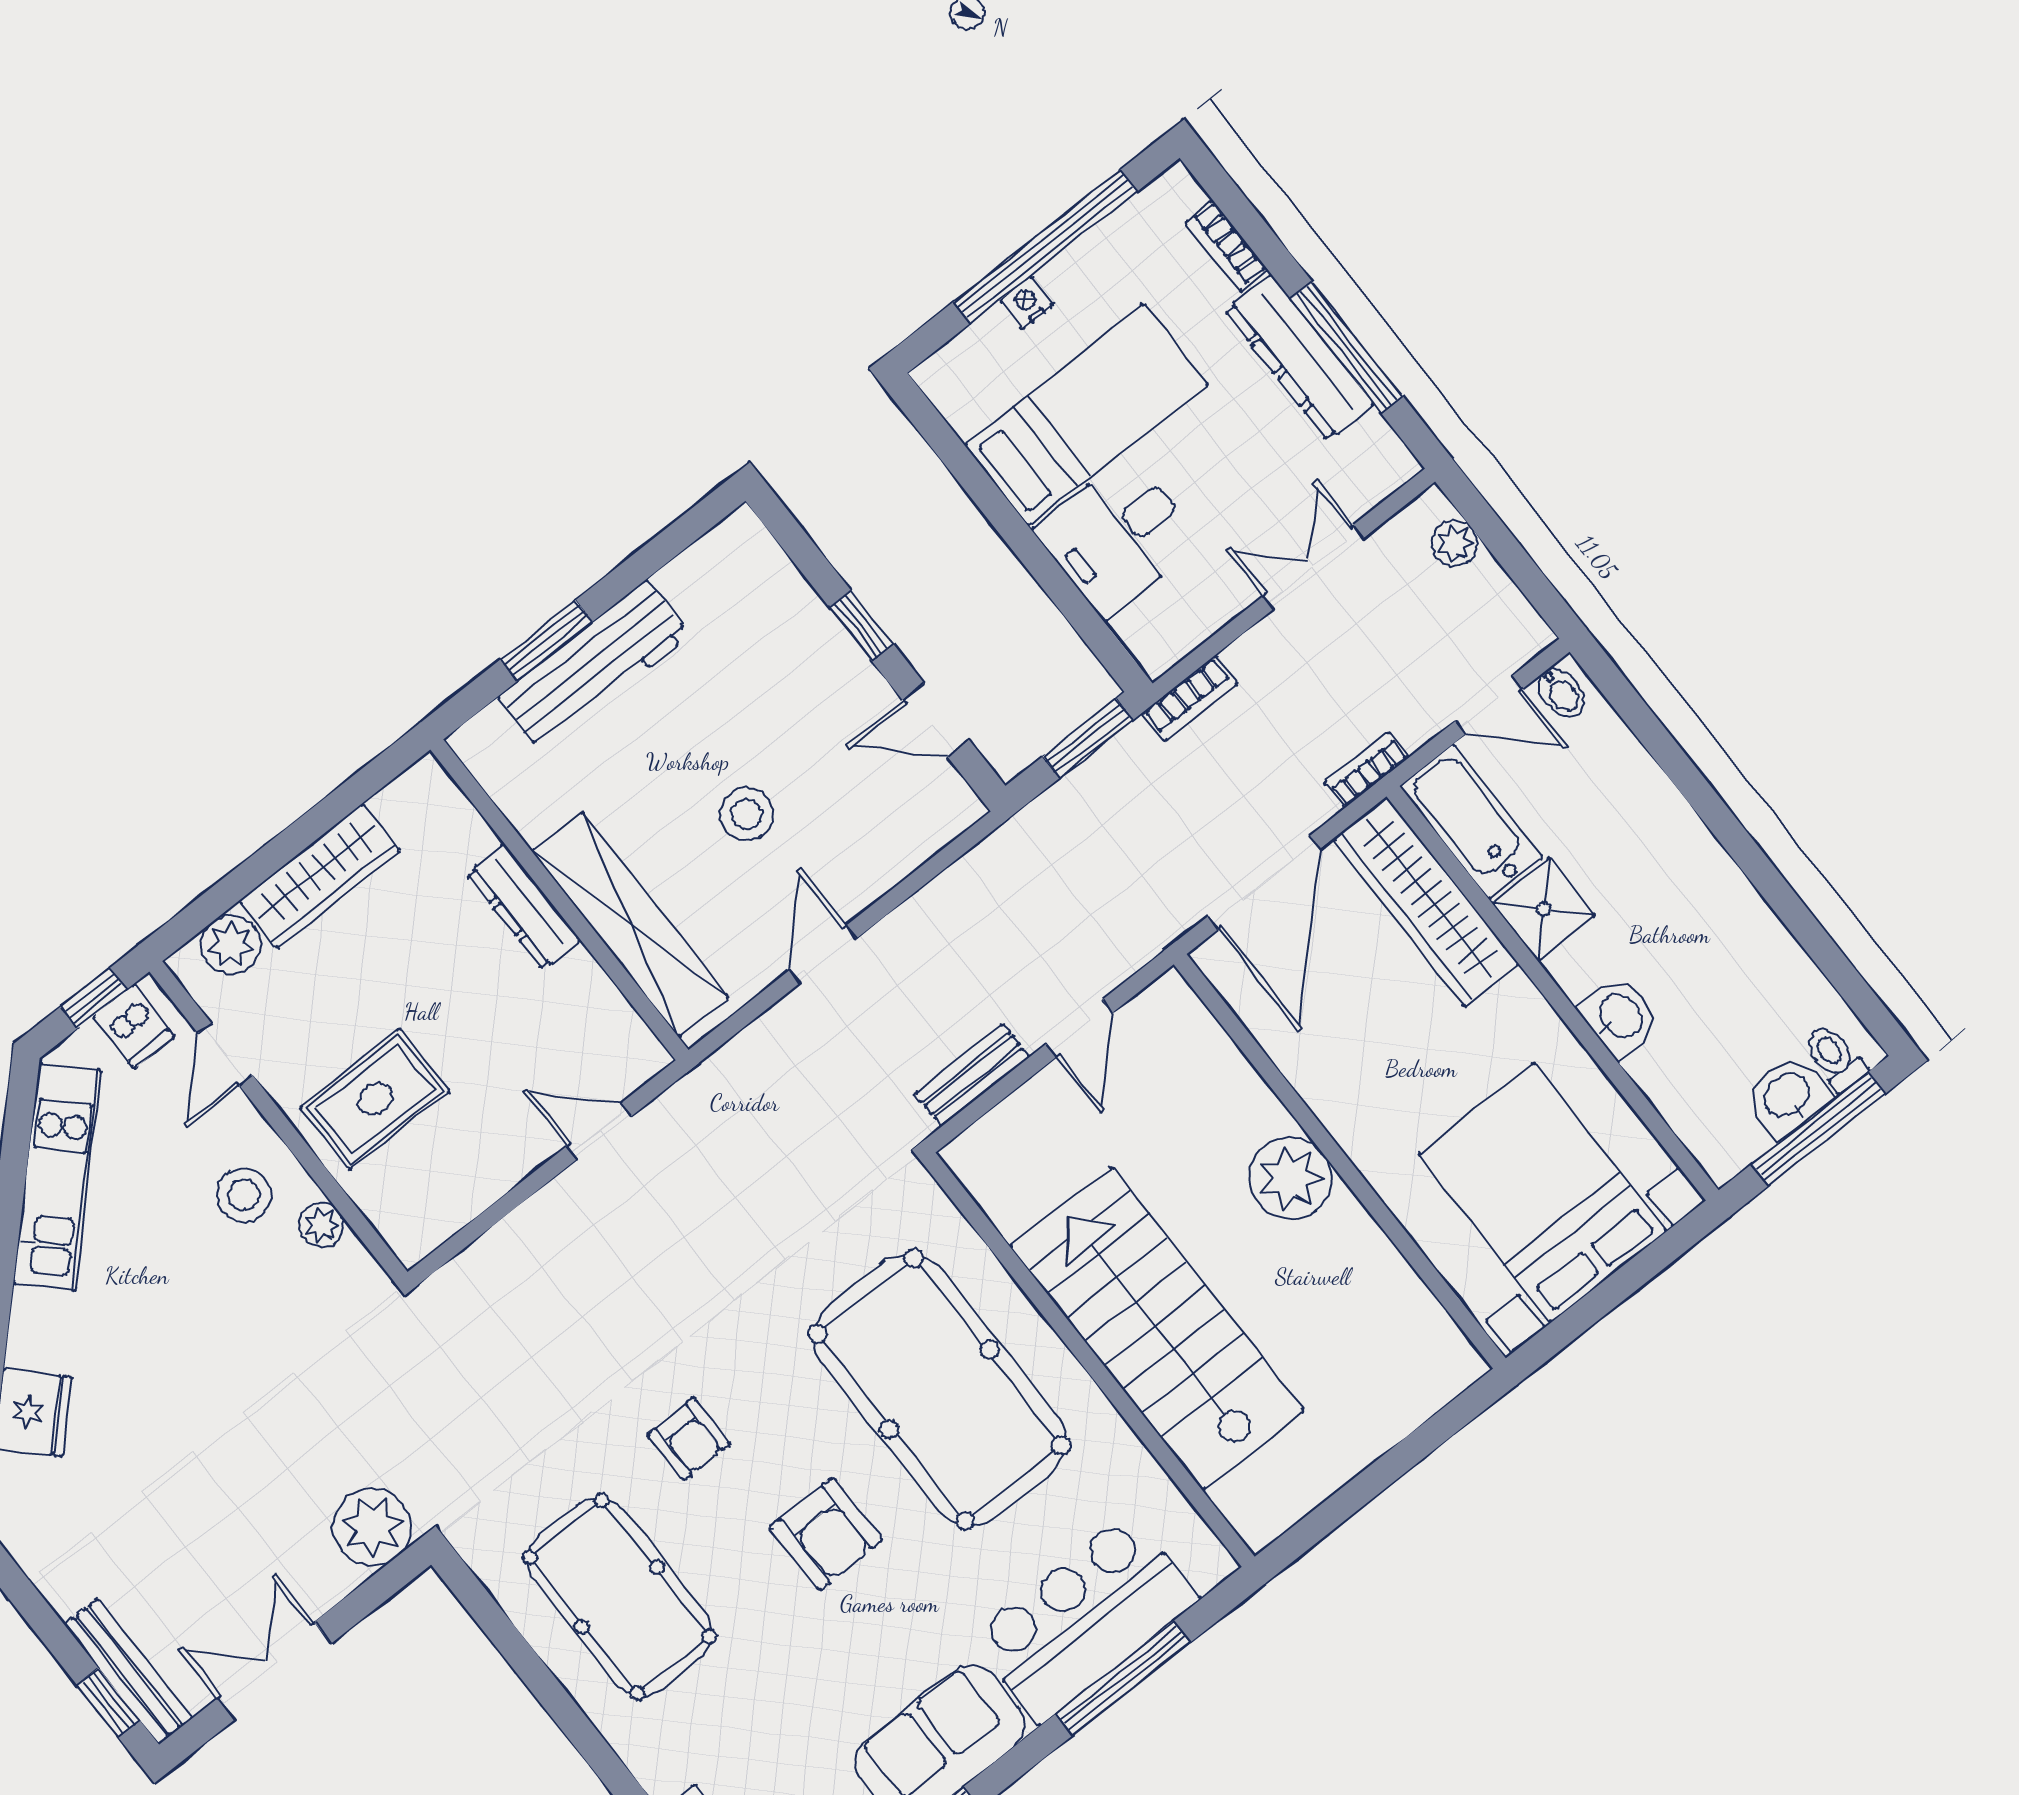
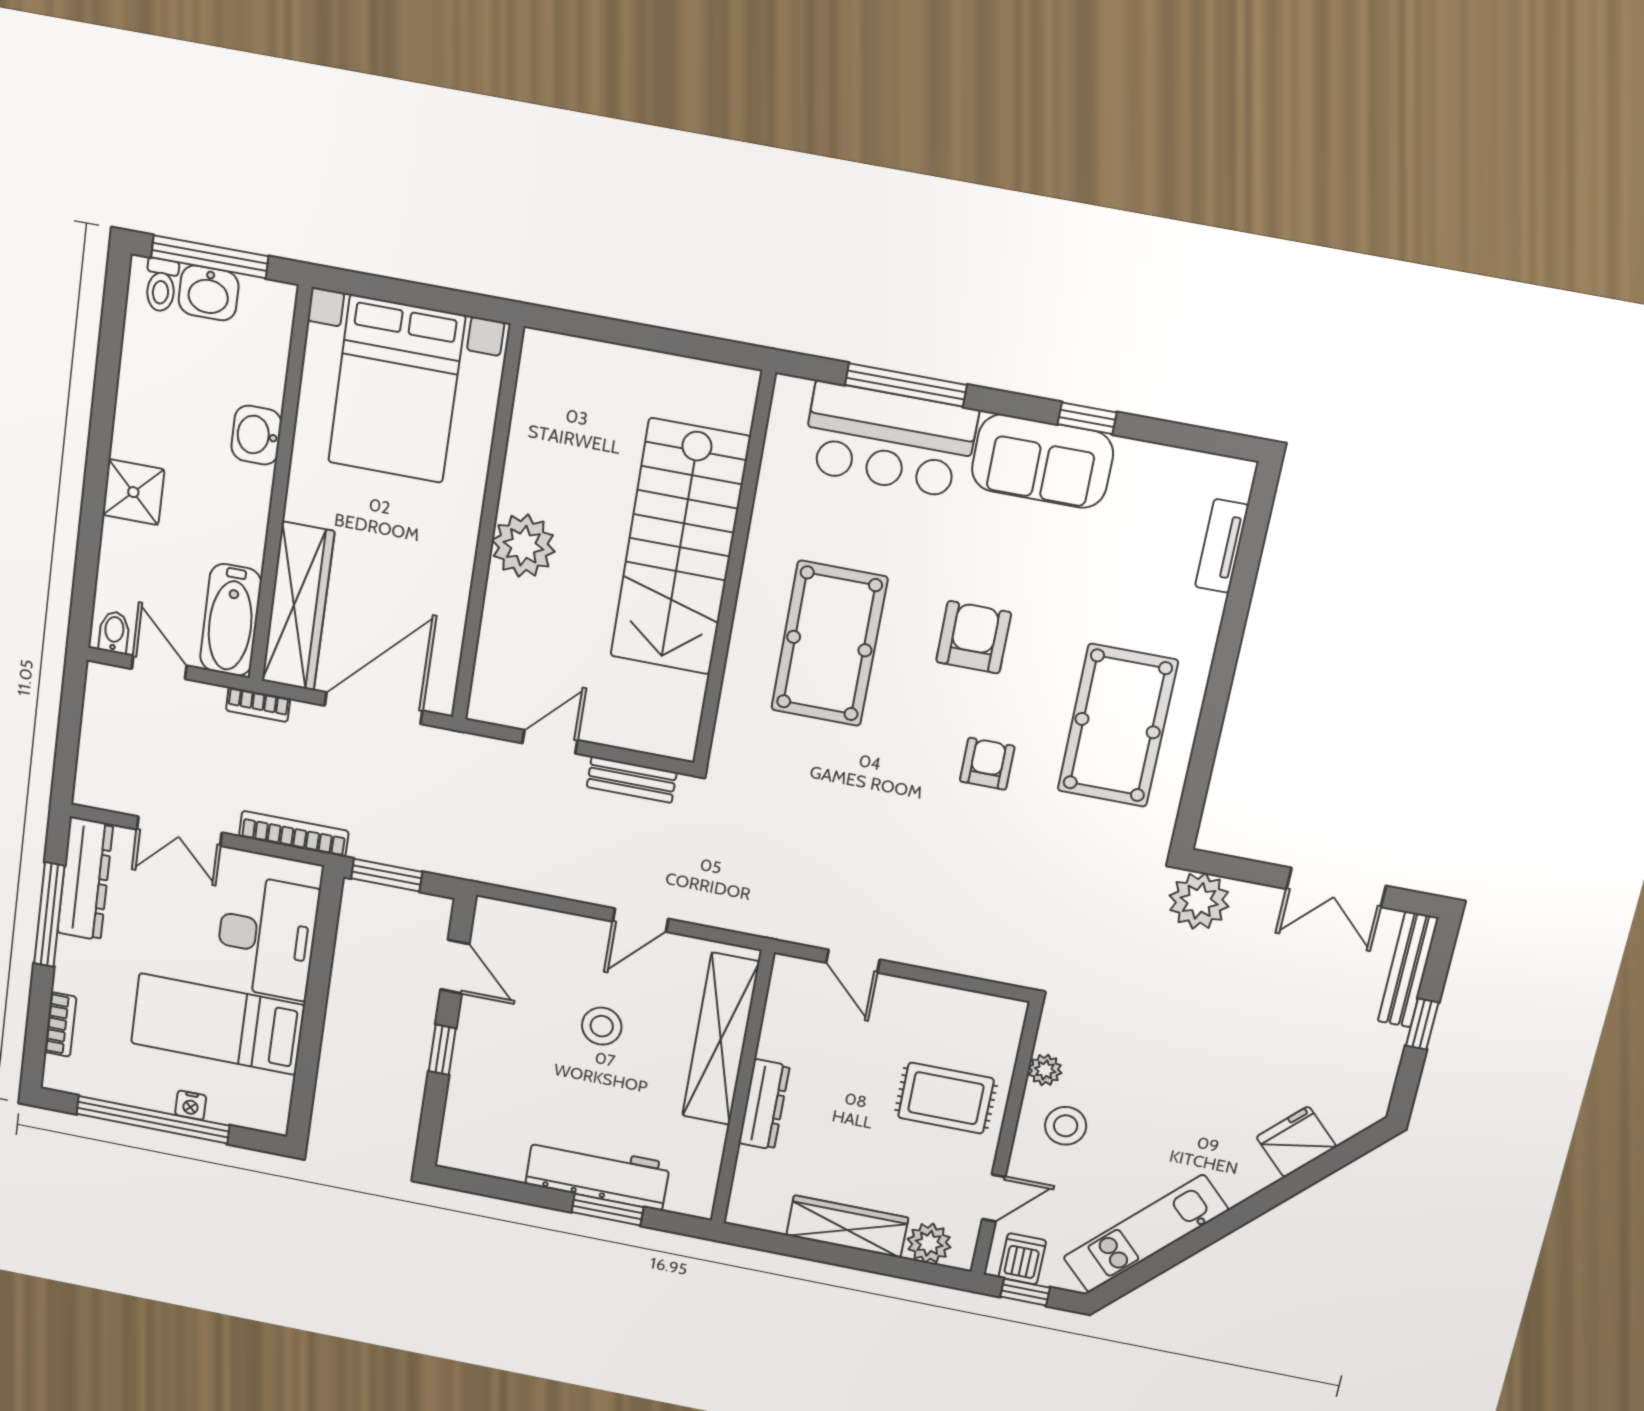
dresser: (1299, 357) -> (85, 879), moved
desk: (1117, 536) -> (267, 937), width x1.37
plant: (1455, 543) -> (93, 764), removed
bookcase: (1190, 699) -> (294, 834), width x1.56
shower: (1544, 909) -> (133, 492), moved
pool table: (939, 1390) -> (829, 644), width x0.73, depth x0.76
window: (108, 1702) -> (1422, 1024), moved

